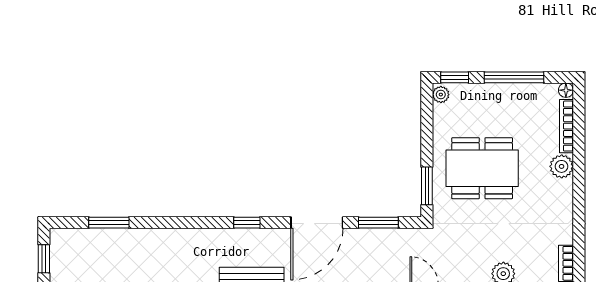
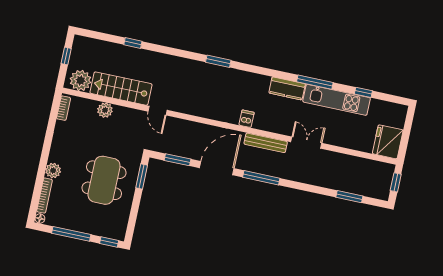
plant: (441, 95) -> (120, 233), removed
dining table: (482, 168) -> (104, 180), turned 90
window: (247, 223) -> (261, 178), width x2.17

